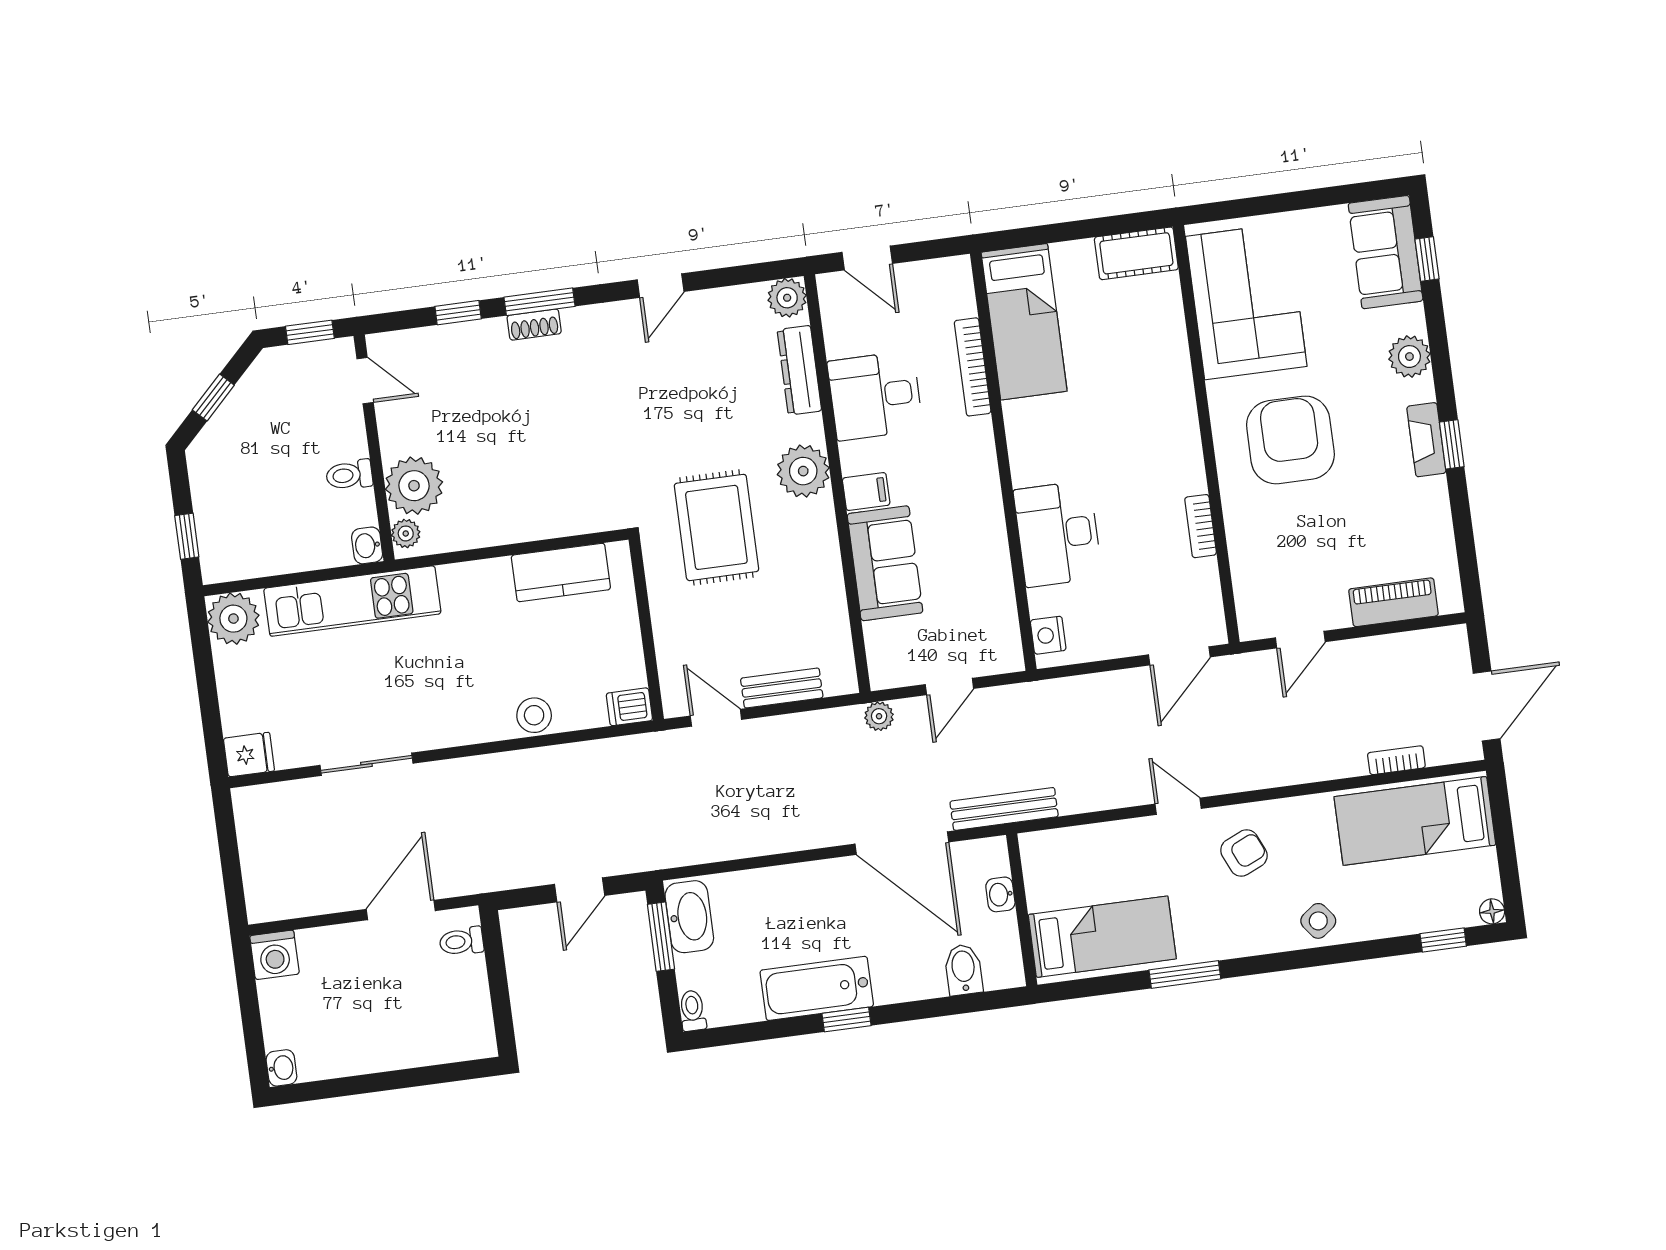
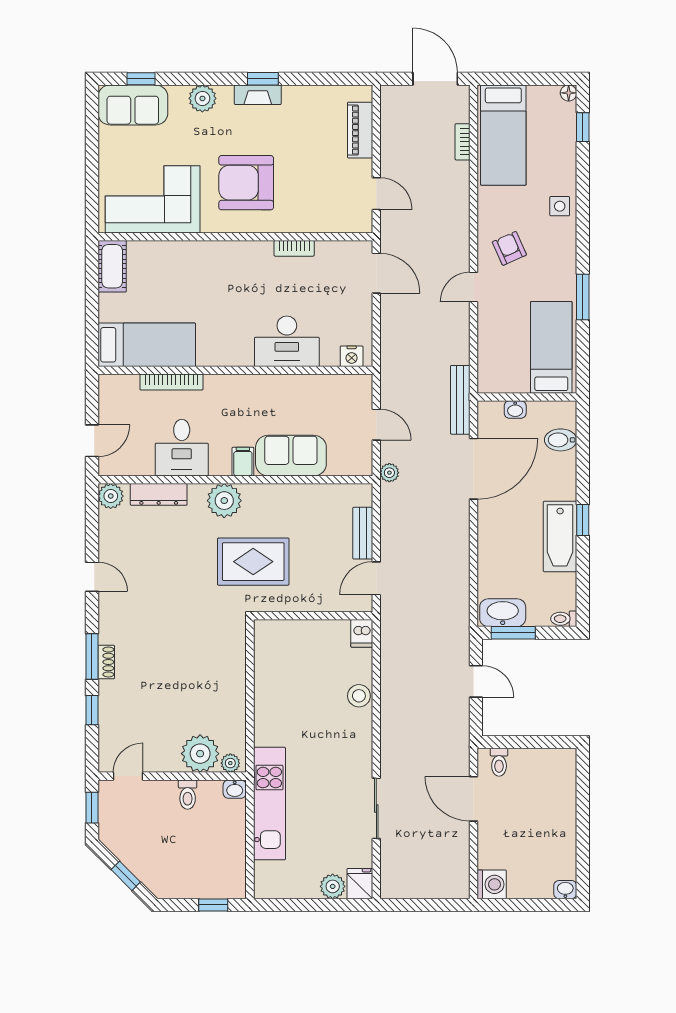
kitchen counter: (561, 572) -> (269, 666), removed
plant: (233, 619) -> (333, 886), moved, width x0.73, depth x0.73
side table: (1318, 921) -> (560, 206), turned 37

